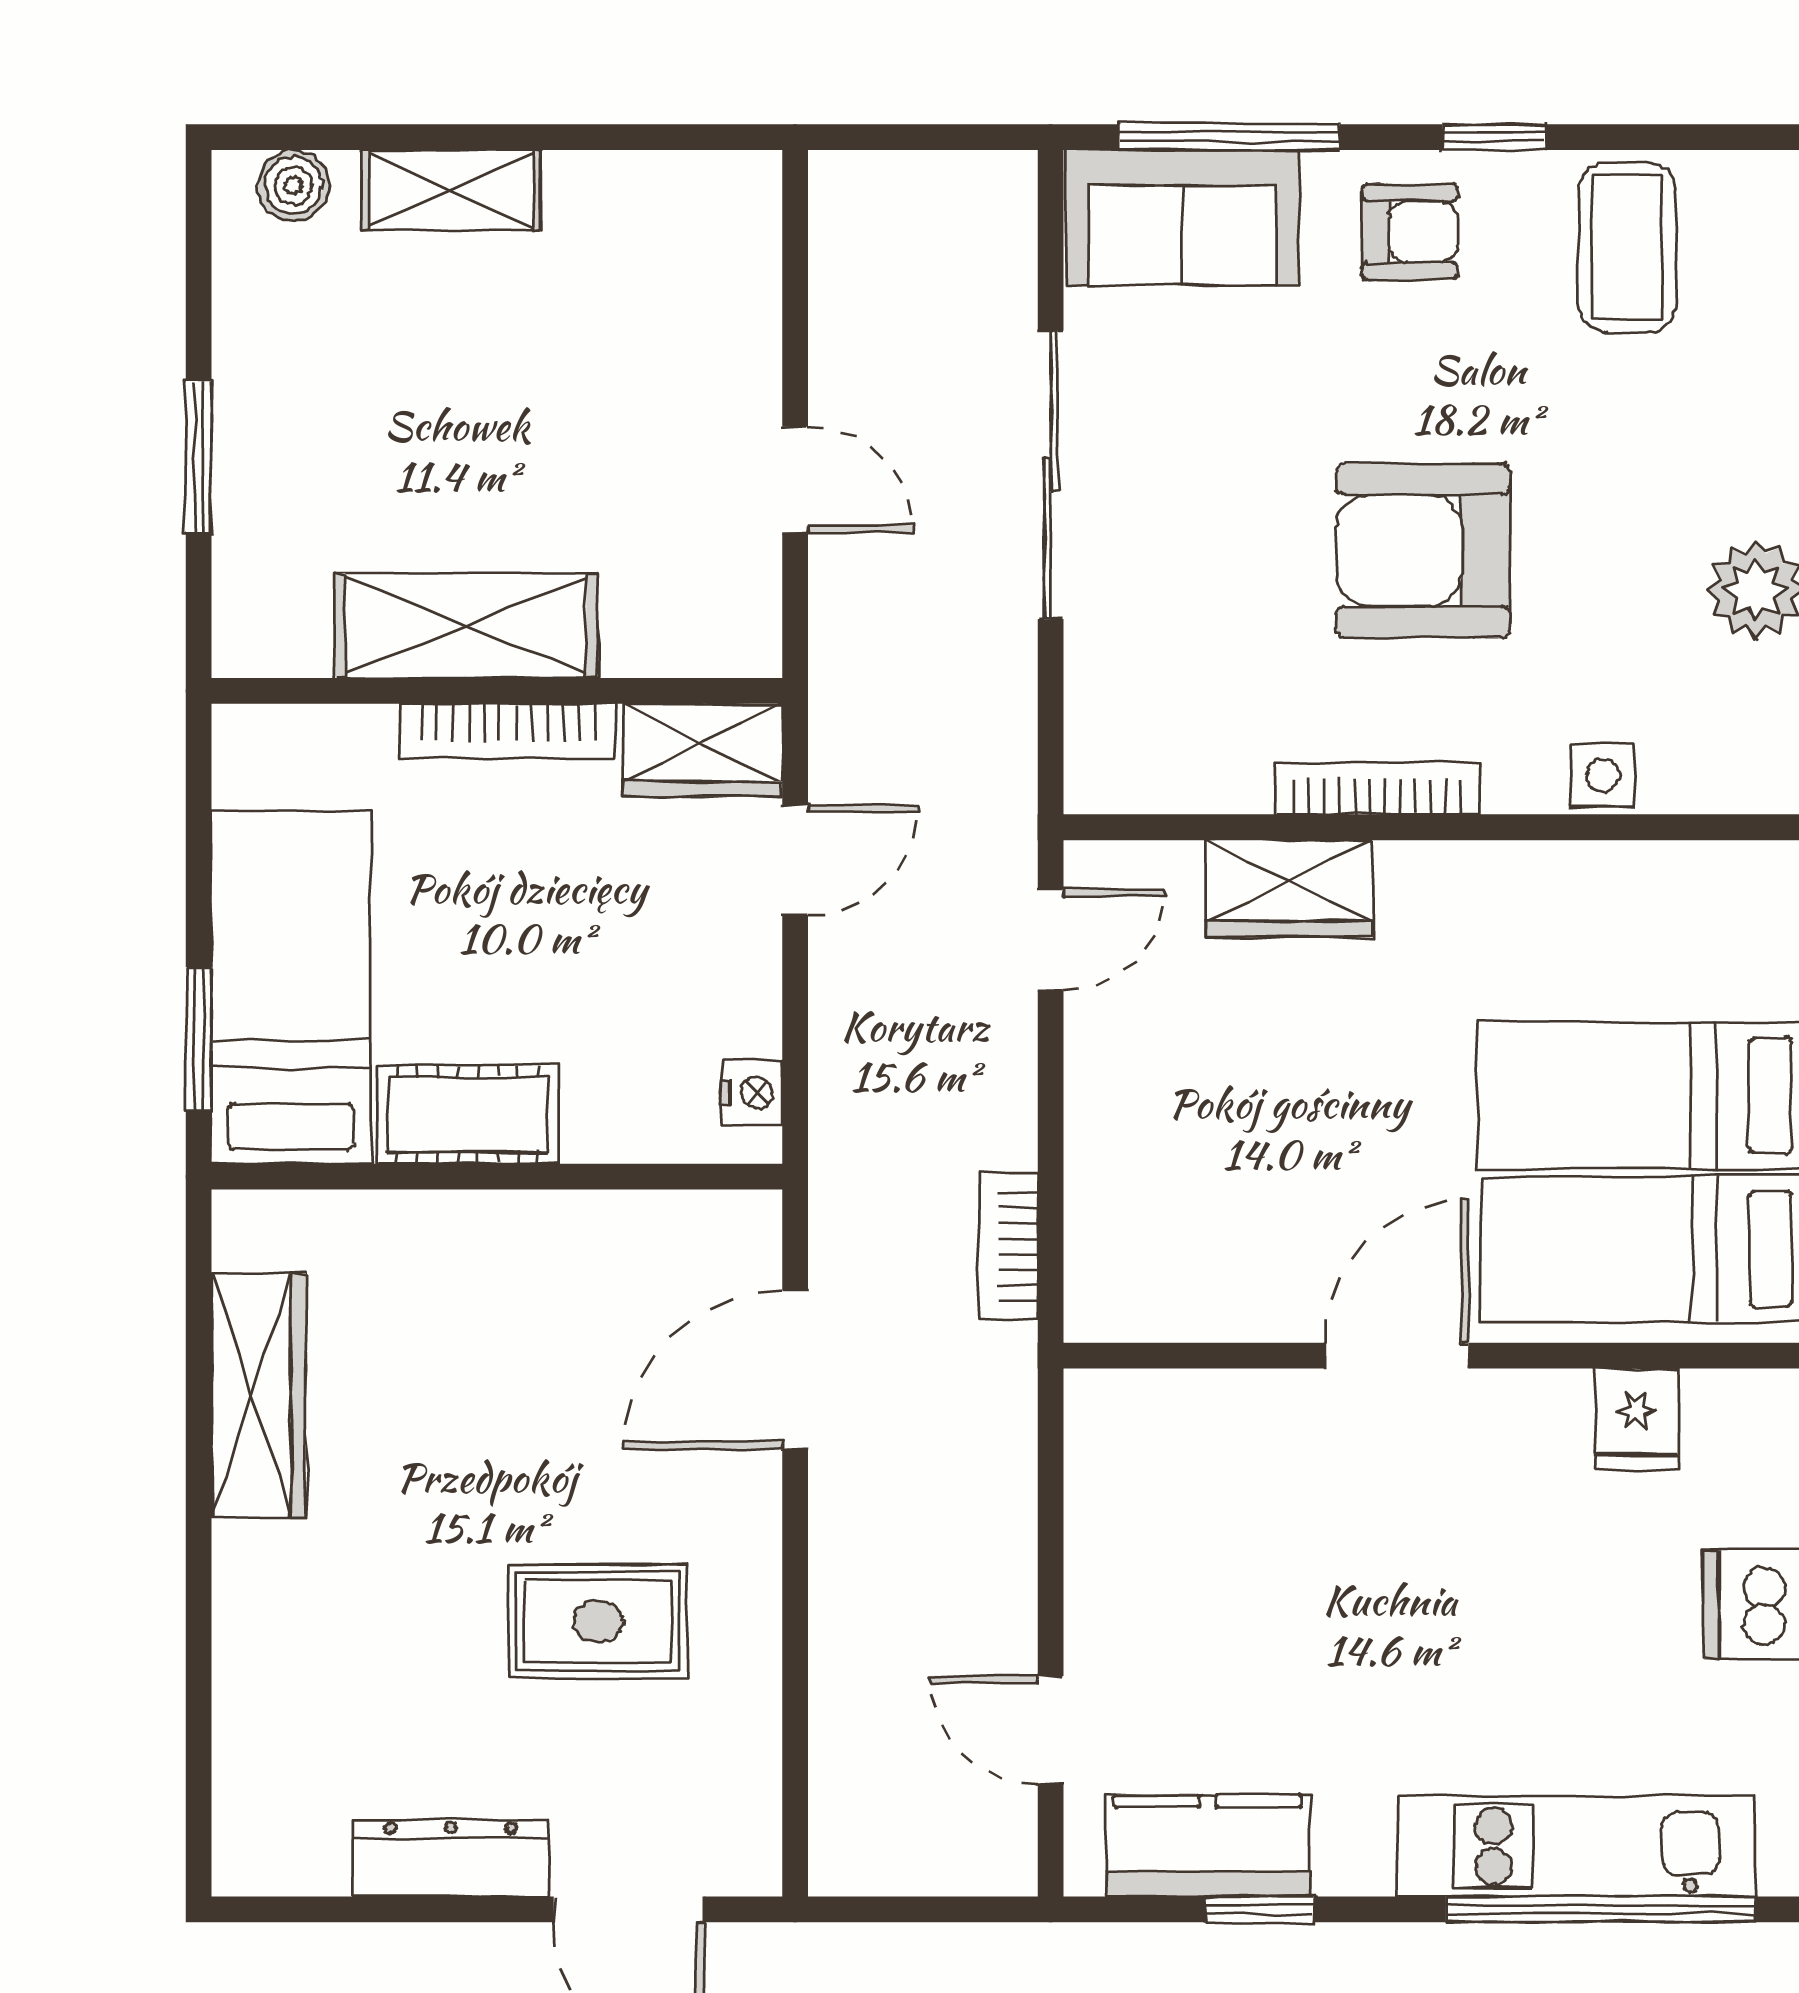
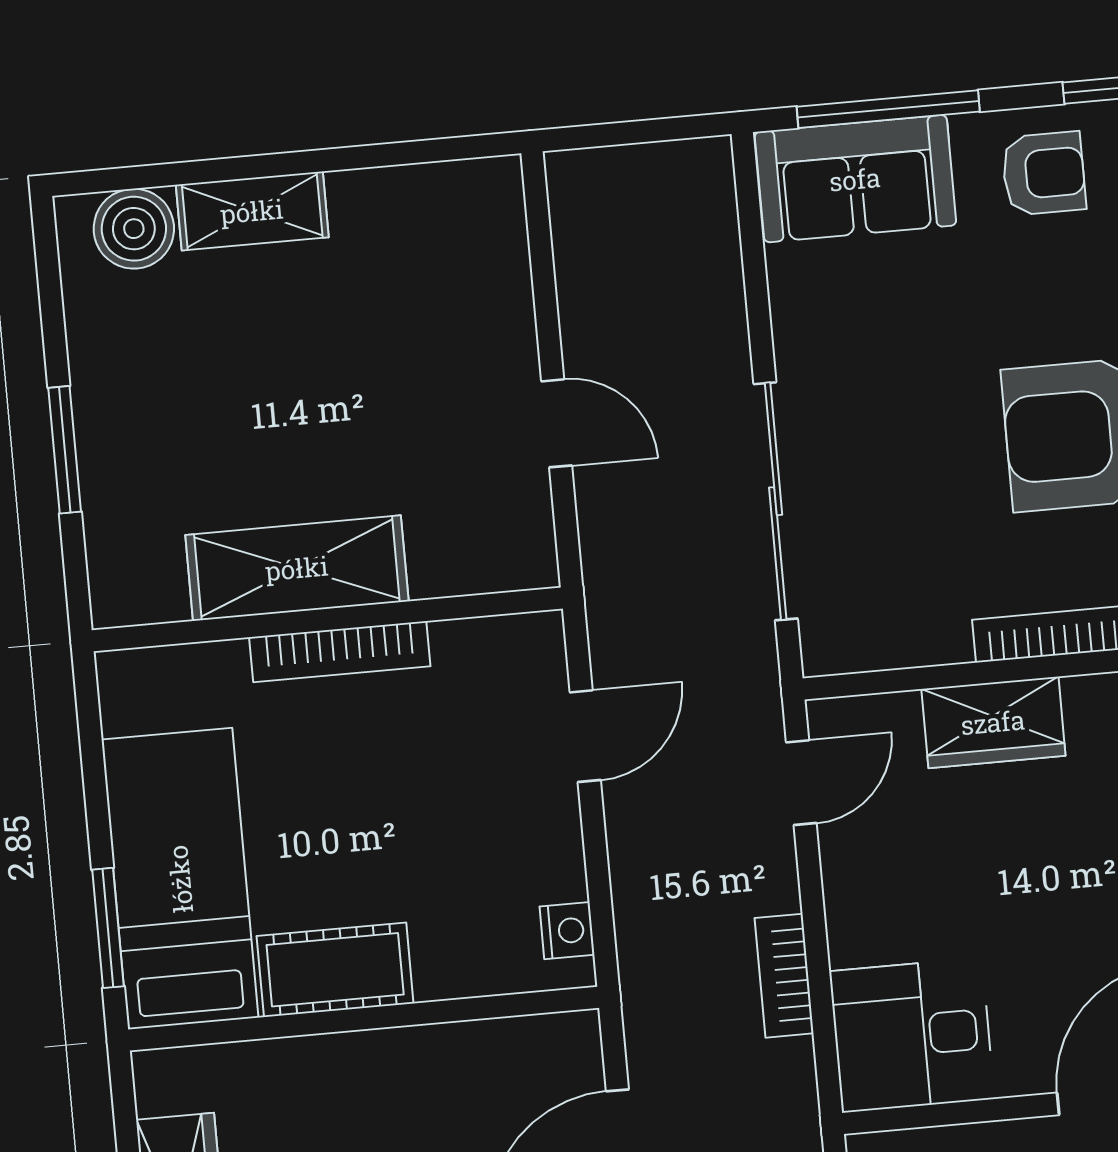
boiler: (293, 185) -> (134, 229), width x1.36, depth x1.36
sliding door: (1051, 475) -> (776, 501), moved
wardrobe: (703, 750) -> (501, 653), removed
bookcase: (1009, 1246) -> (784, 976), moved
desk: (1156, 1257) -> (912, 1035), added

